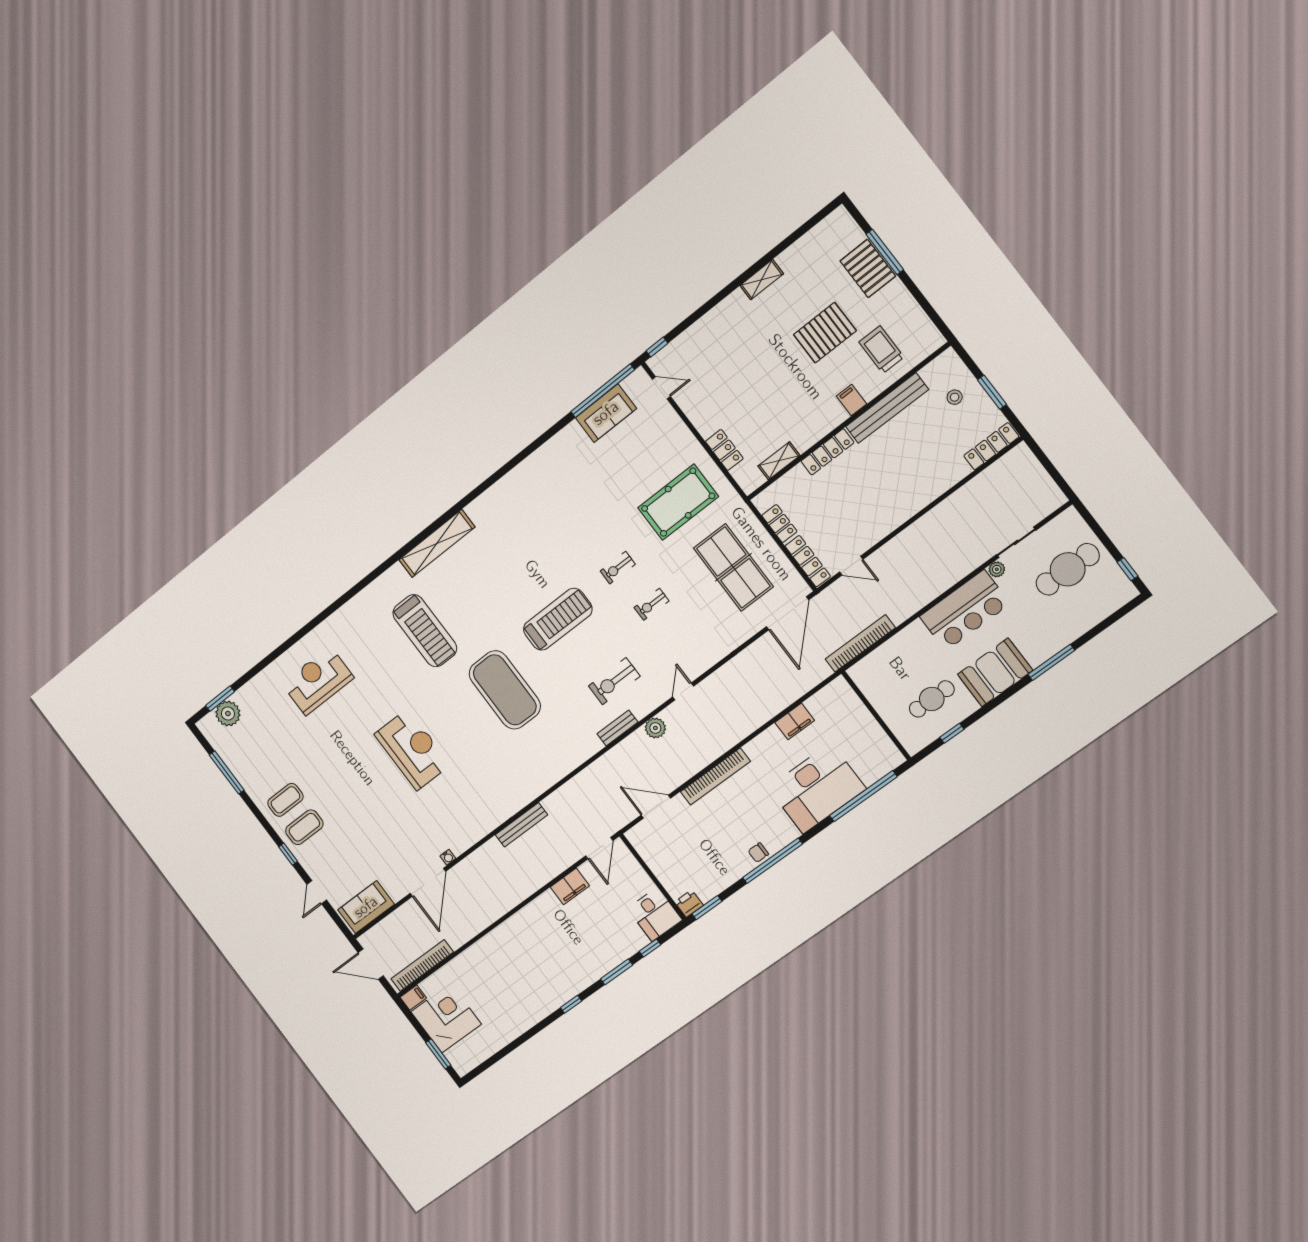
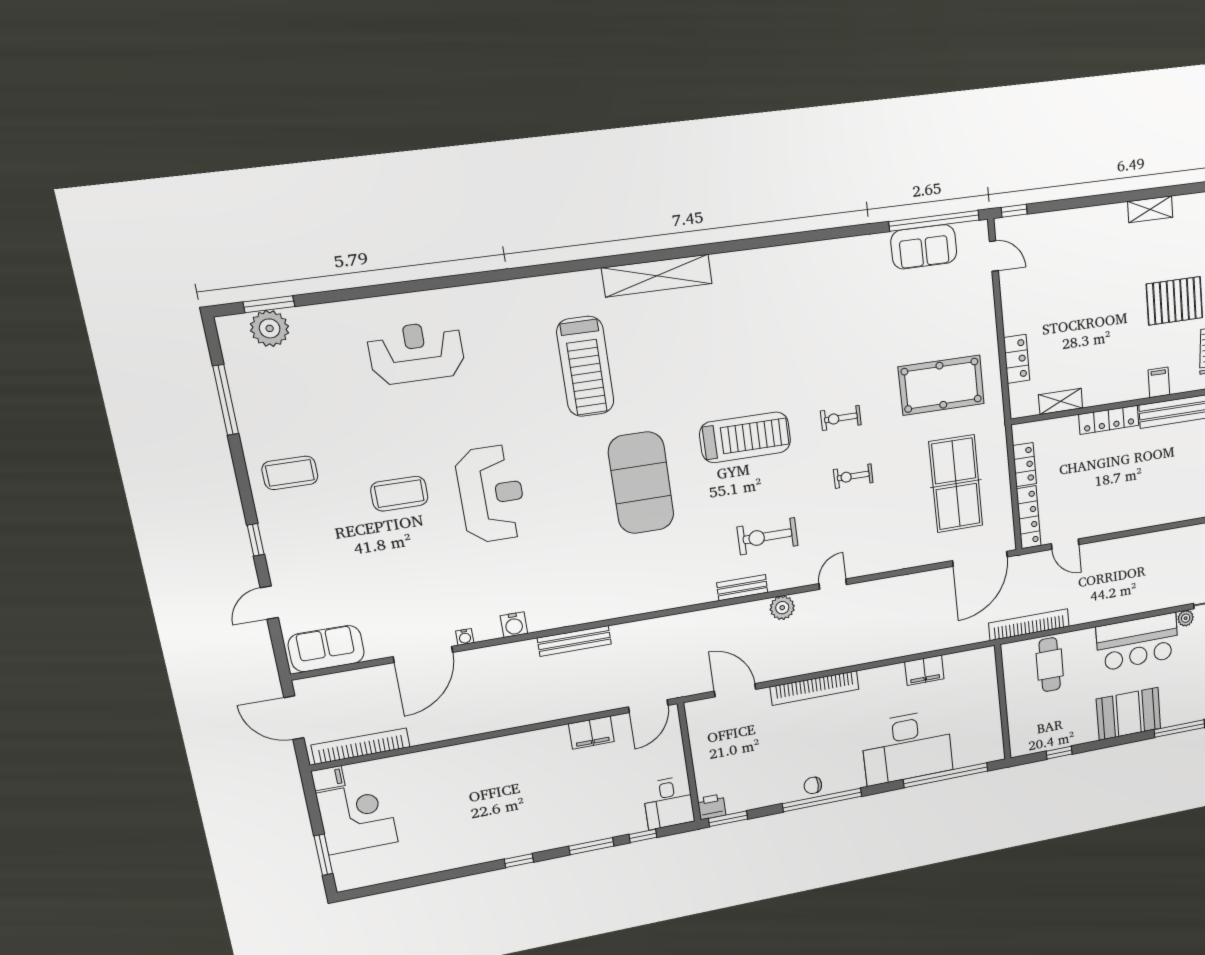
cafe table: (932, 699) -> (1050, 665), moved, turned 90
coffee table: (304, 827) -> (399, 494), moved
water cooler: (475, 833) -> (514, 625), added

